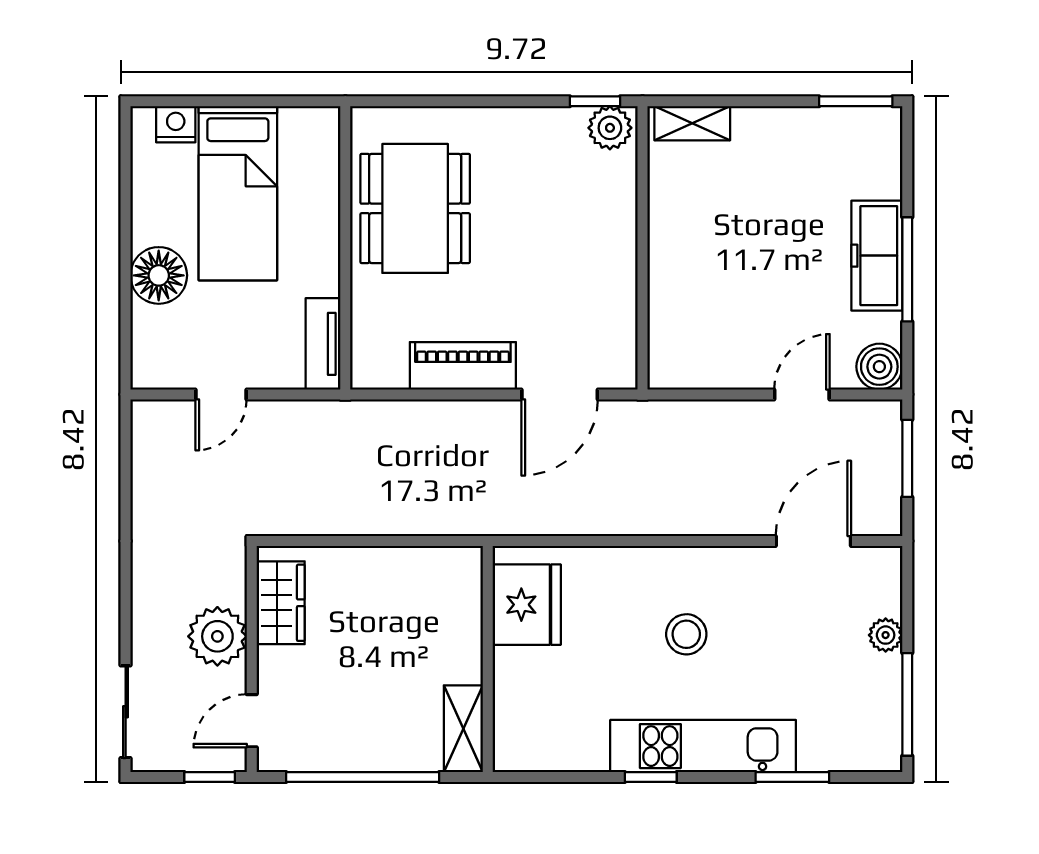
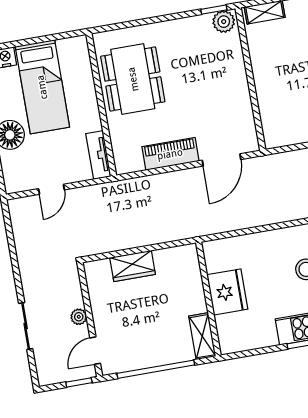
wardrobe: (281, 603) -> (133, 266), moved, turned 90
fridge: (527, 605) -> (227, 292), moved
plant: (217, 636) -> (79, 317), width x0.53, depth x0.53
sliding door: (126, 712) -> (26, 326), moved

